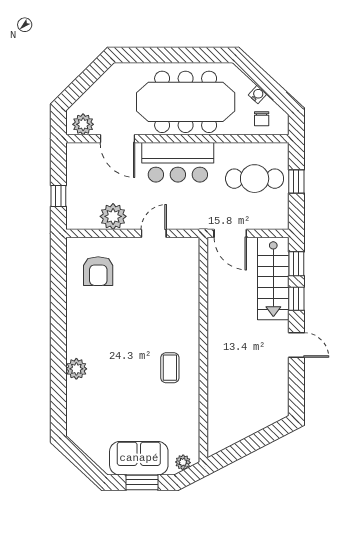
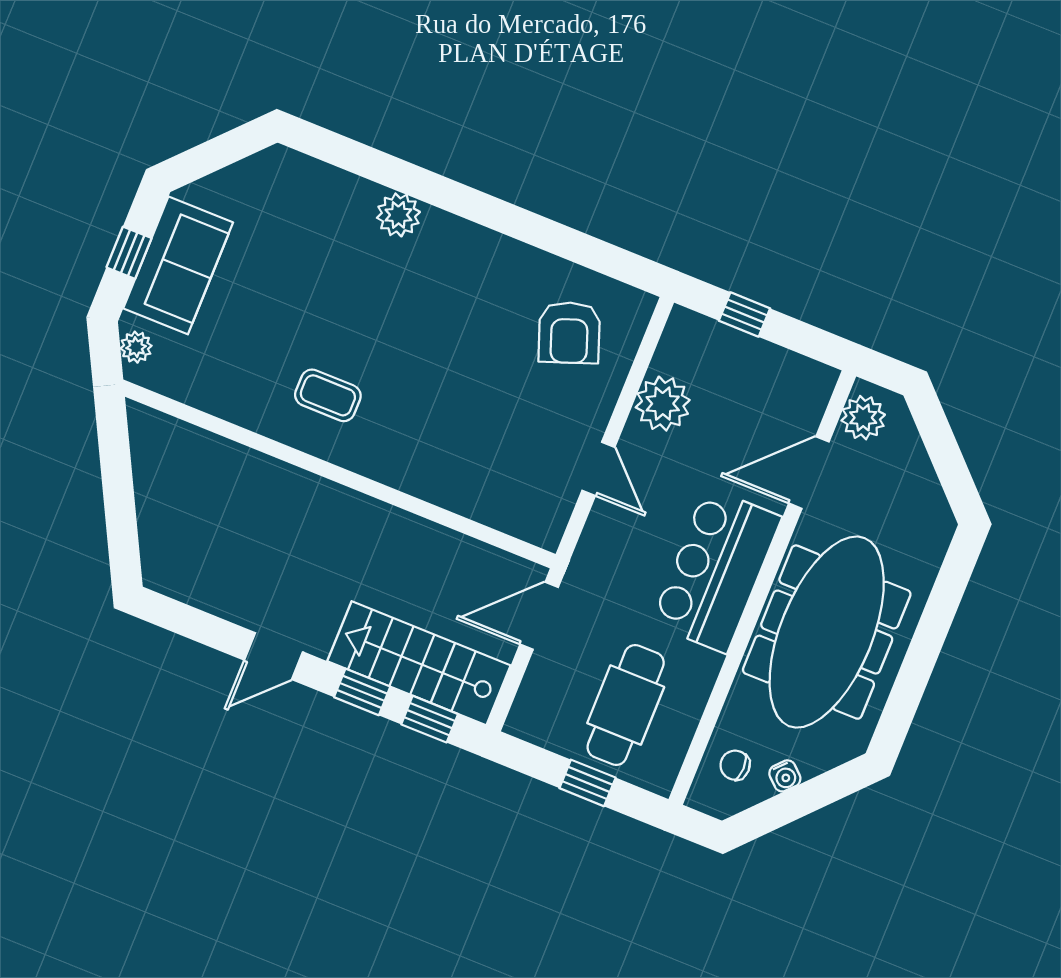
armchair: (98, 271) -> (569, 333), turned -110
window: (142, 482) -> (129, 253), width x0.67

